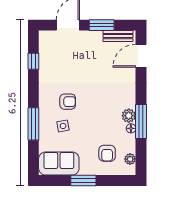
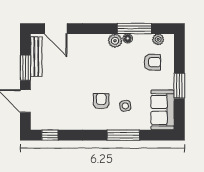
bench: (118, 36) -> (36, 57), width x1.36
window: (33, 61) -> (50, 135), moved
window: (141, 122) -> (134, 29), moved

